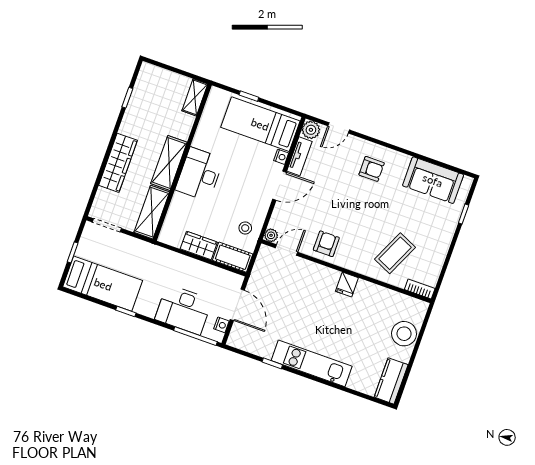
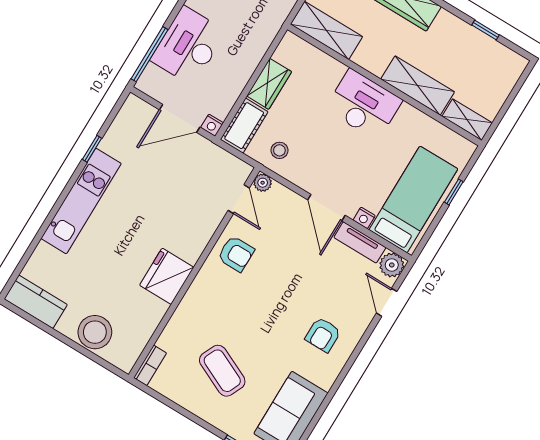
shelving: (169, 163) -> (418, 86), moved
coffee table: (395, 253) -> (222, 371), moved
fridge: (347, 284) -> (167, 276), width x1.88, depth x1.34
nightstand: (221, 325) -> (212, 125), moved

